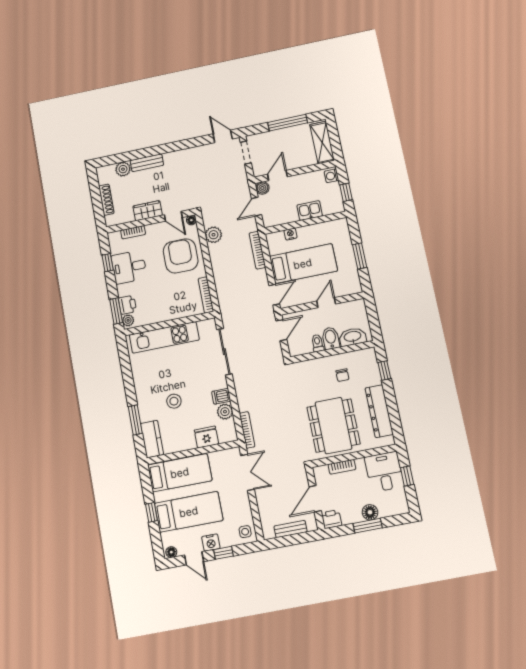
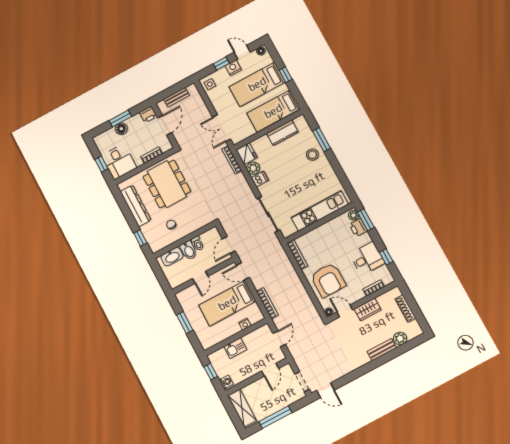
boiler: (262, 188) -> (279, 356), removed
plant: (213, 235) -> (307, 305), removed
door: (274, 295) -> (243, 271), hinge flipped
stool: (174, 401) -> (312, 155), moved
fridge: (206, 437) -> (247, 154), moved, turned -90
kitchen counter: (152, 439) -> (282, 133), moved, turned -90

